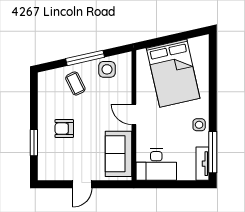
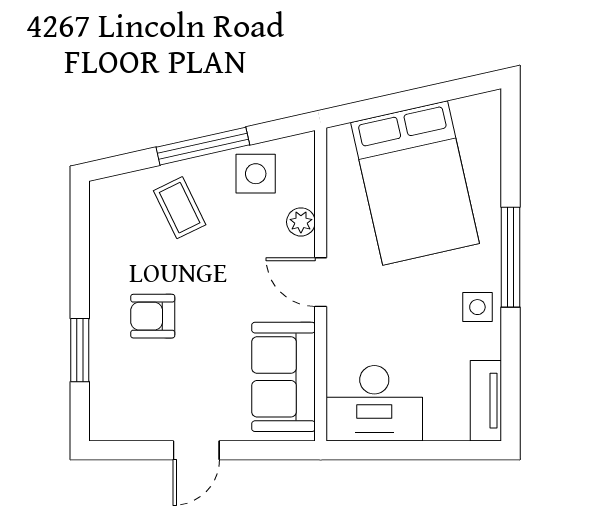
plant: (126, 89) -> (301, 222), added
window: (213, 152) -> (510, 257), moved

